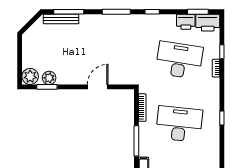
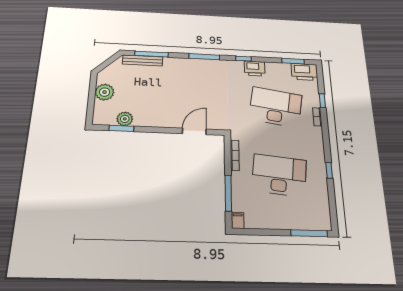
printer: (186, 22) -> (255, 69), moved
plant: (30, 76) -> (105, 92), moved
door: (98, 87) -> (194, 131), moved

